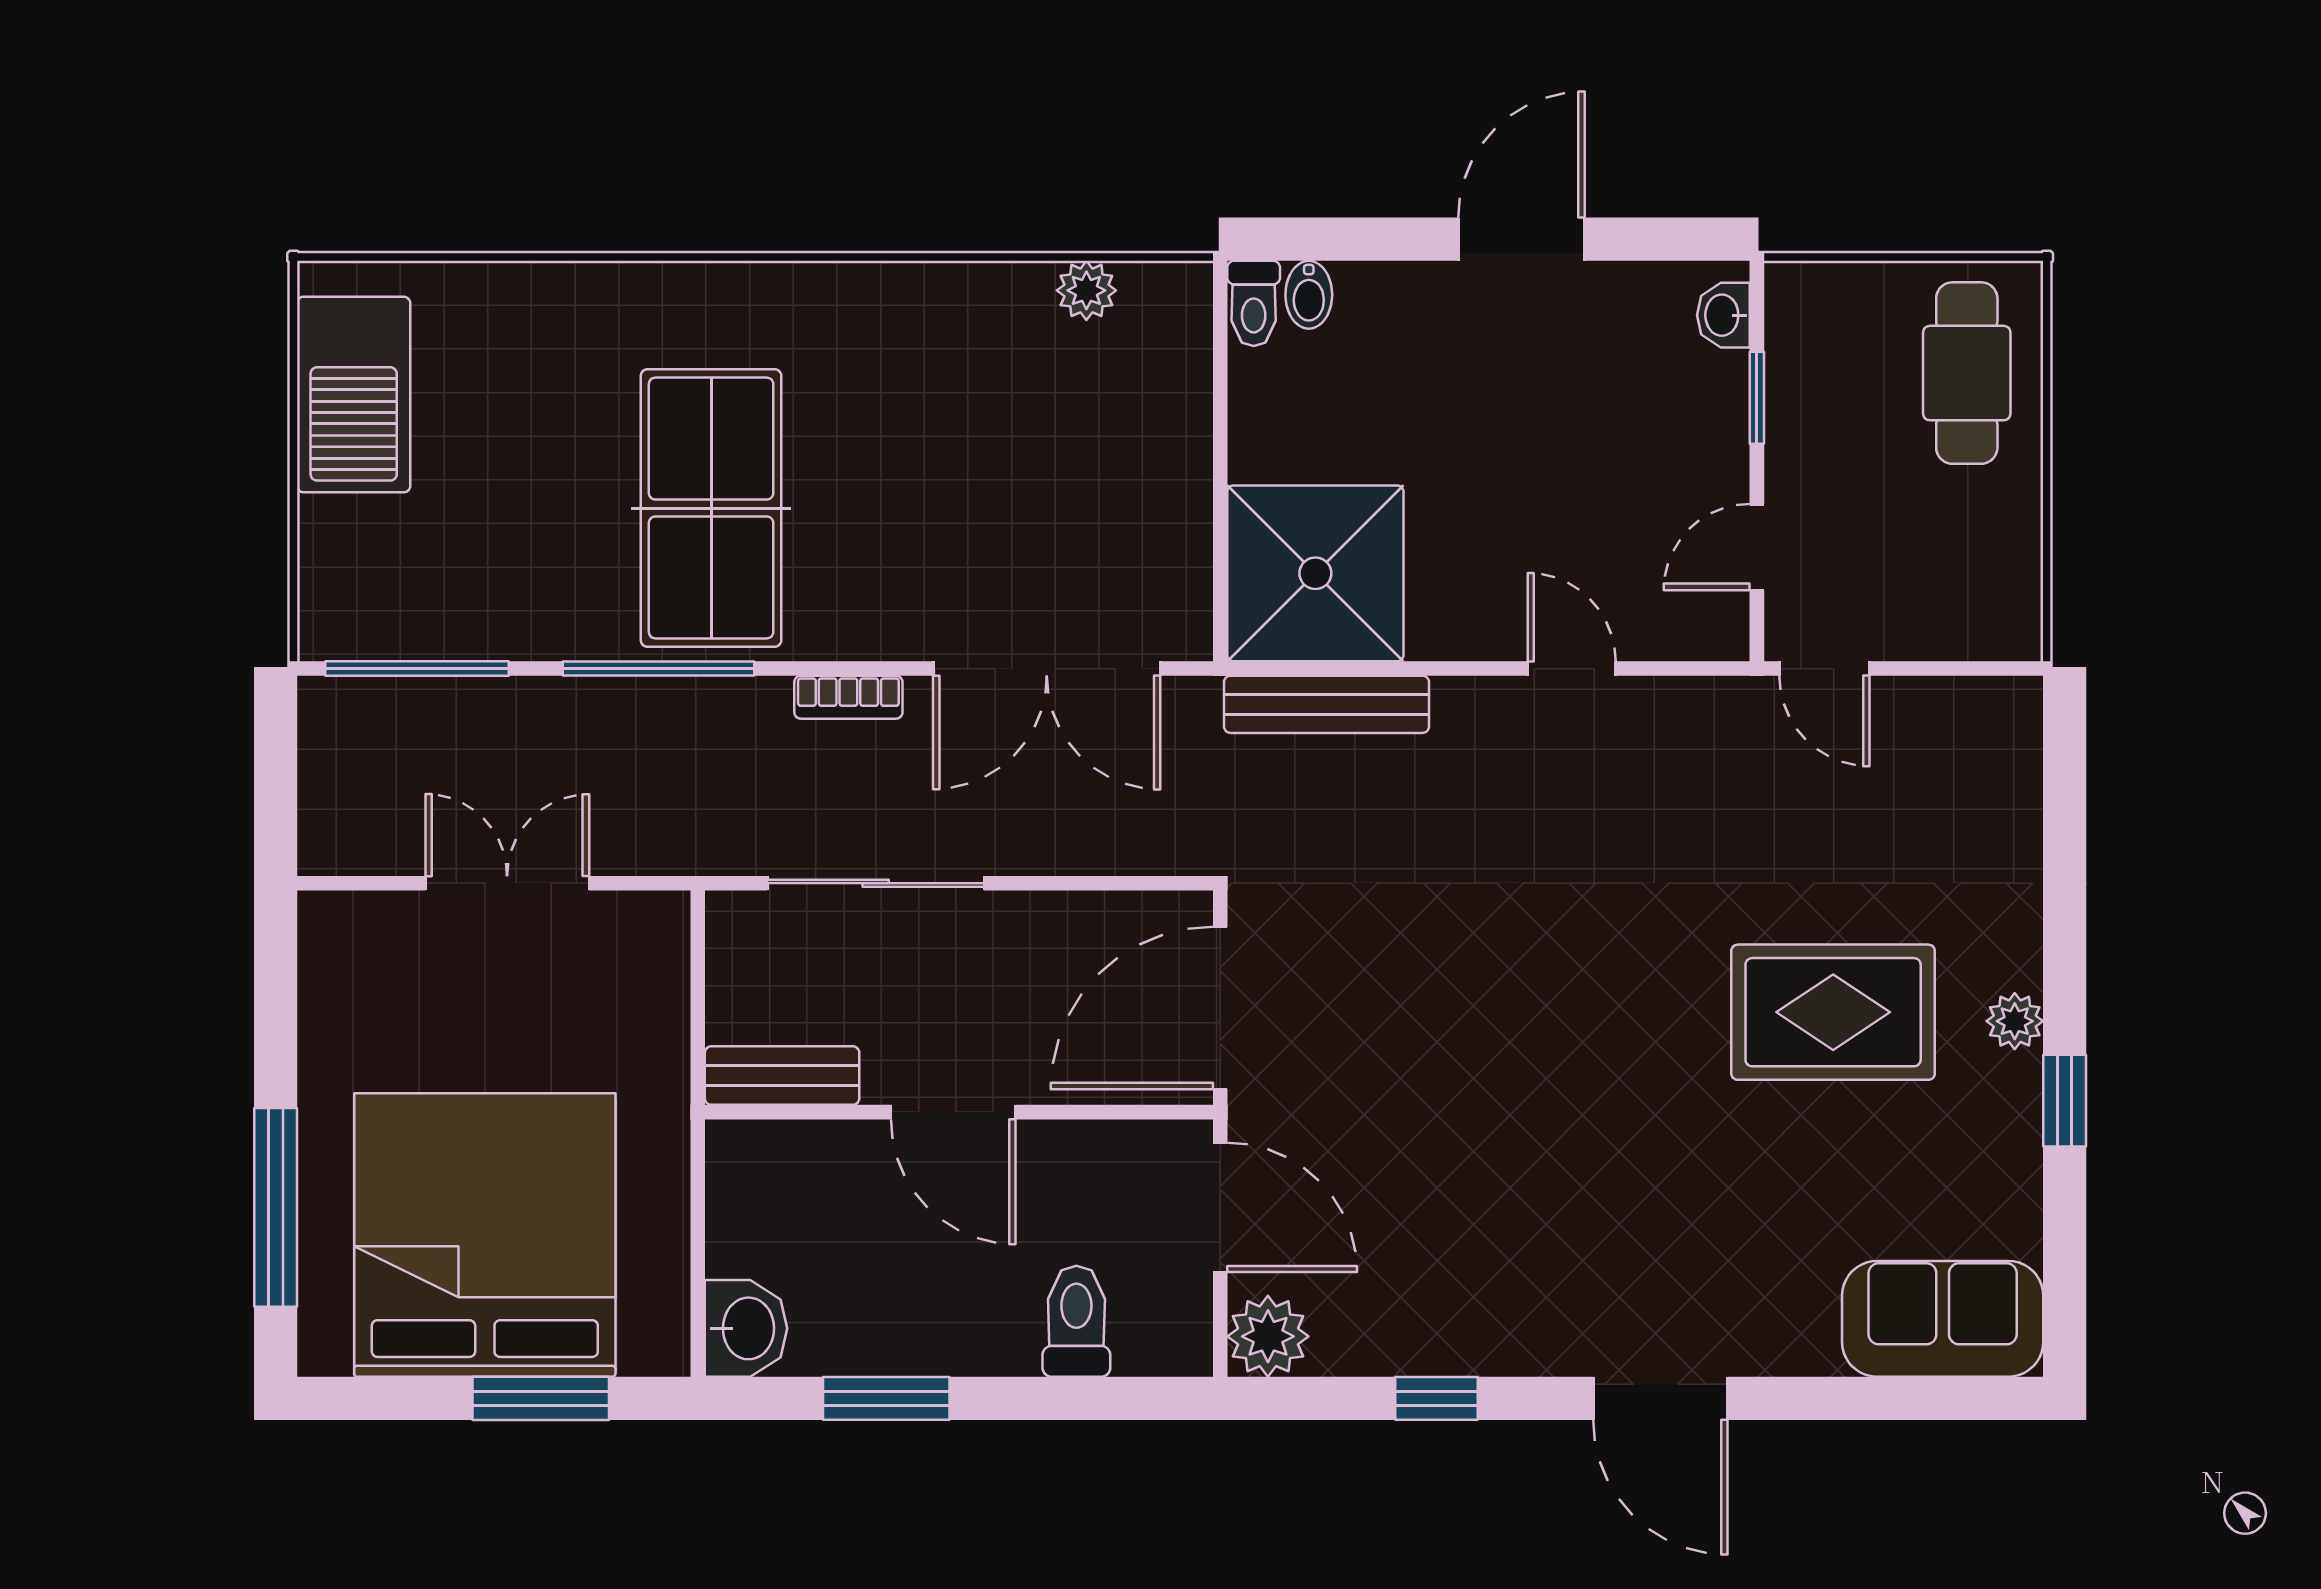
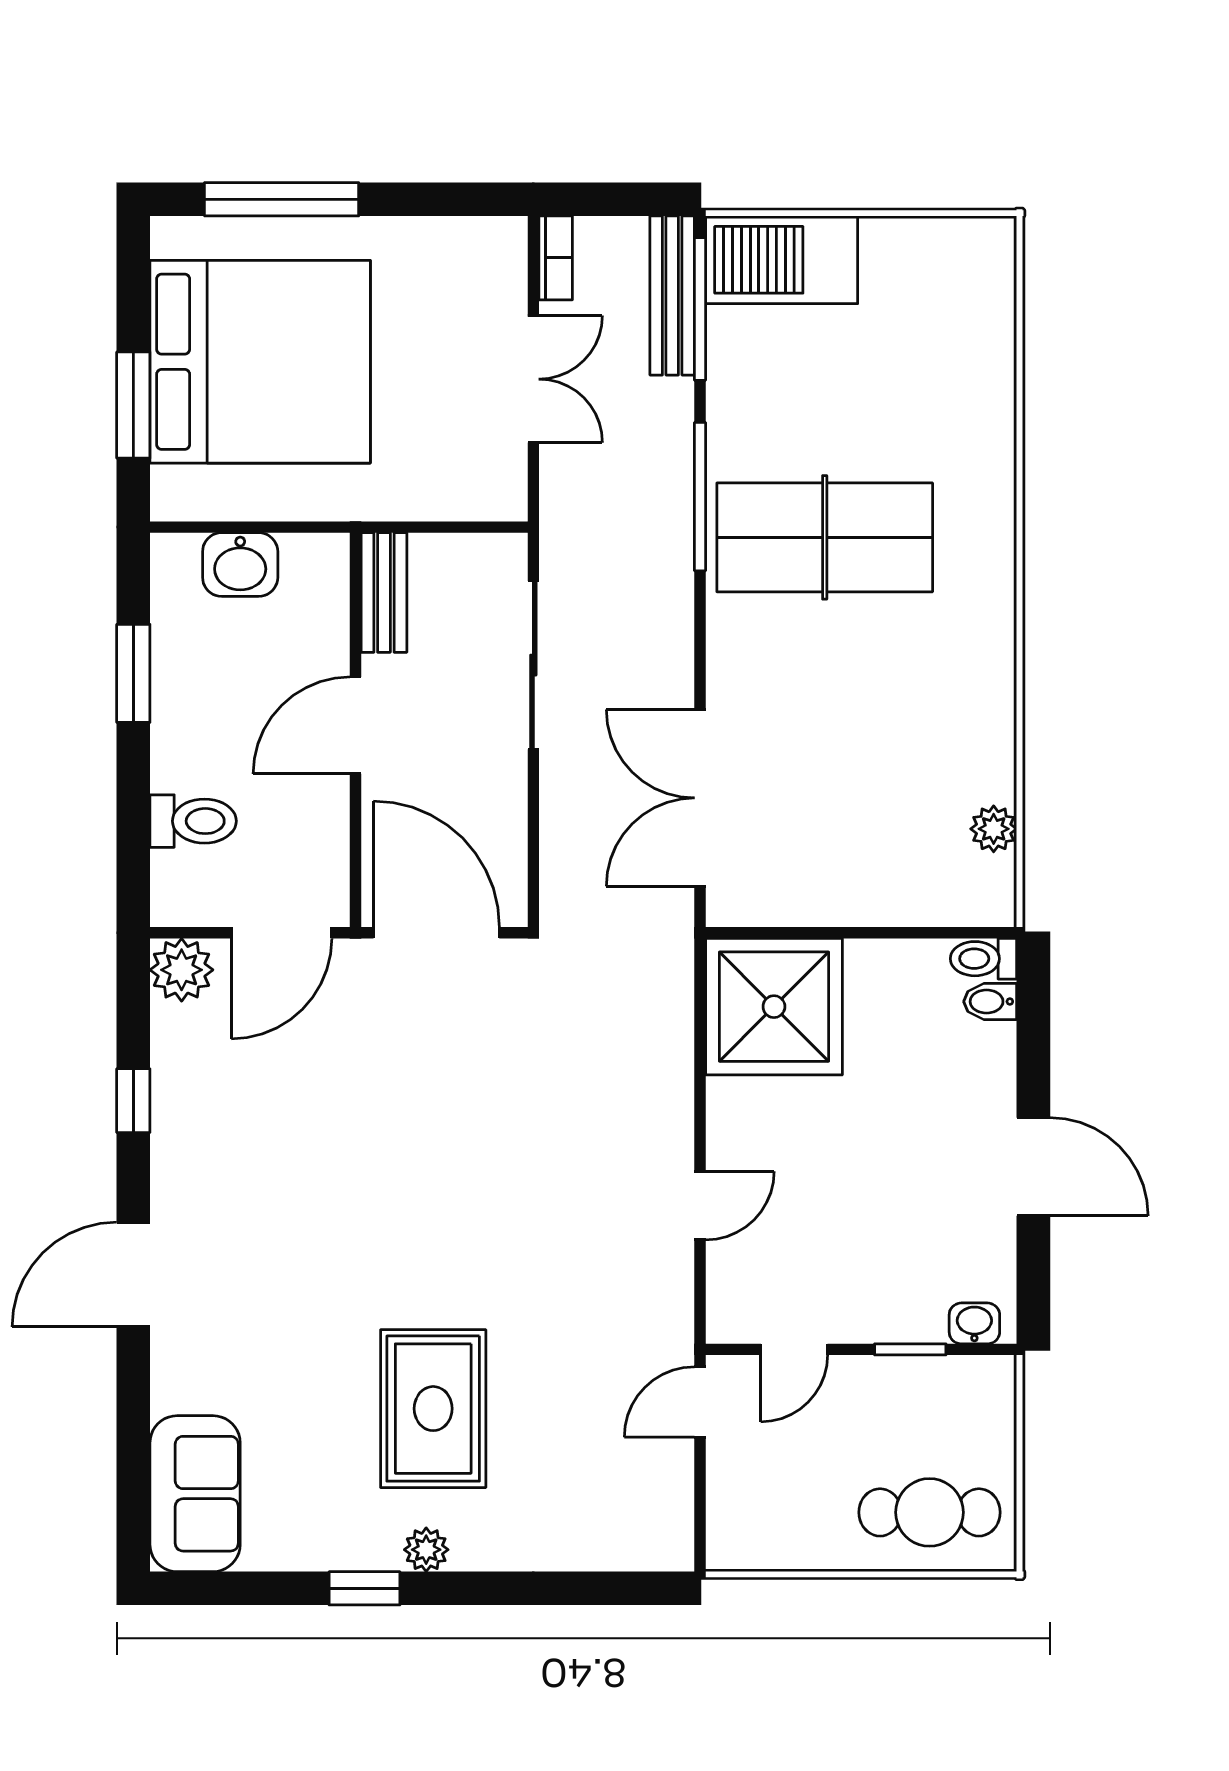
barbecue: (354, 395) -> (782, 260), moved
door: (1757, 547) -> (794, 1349), swing flipped
bookcase: (848, 697) -> (556, 258), moved, turned 180
bench: (1327, 704) -> (672, 296), moved
washbasin: (746, 1328) -> (240, 565), moved

